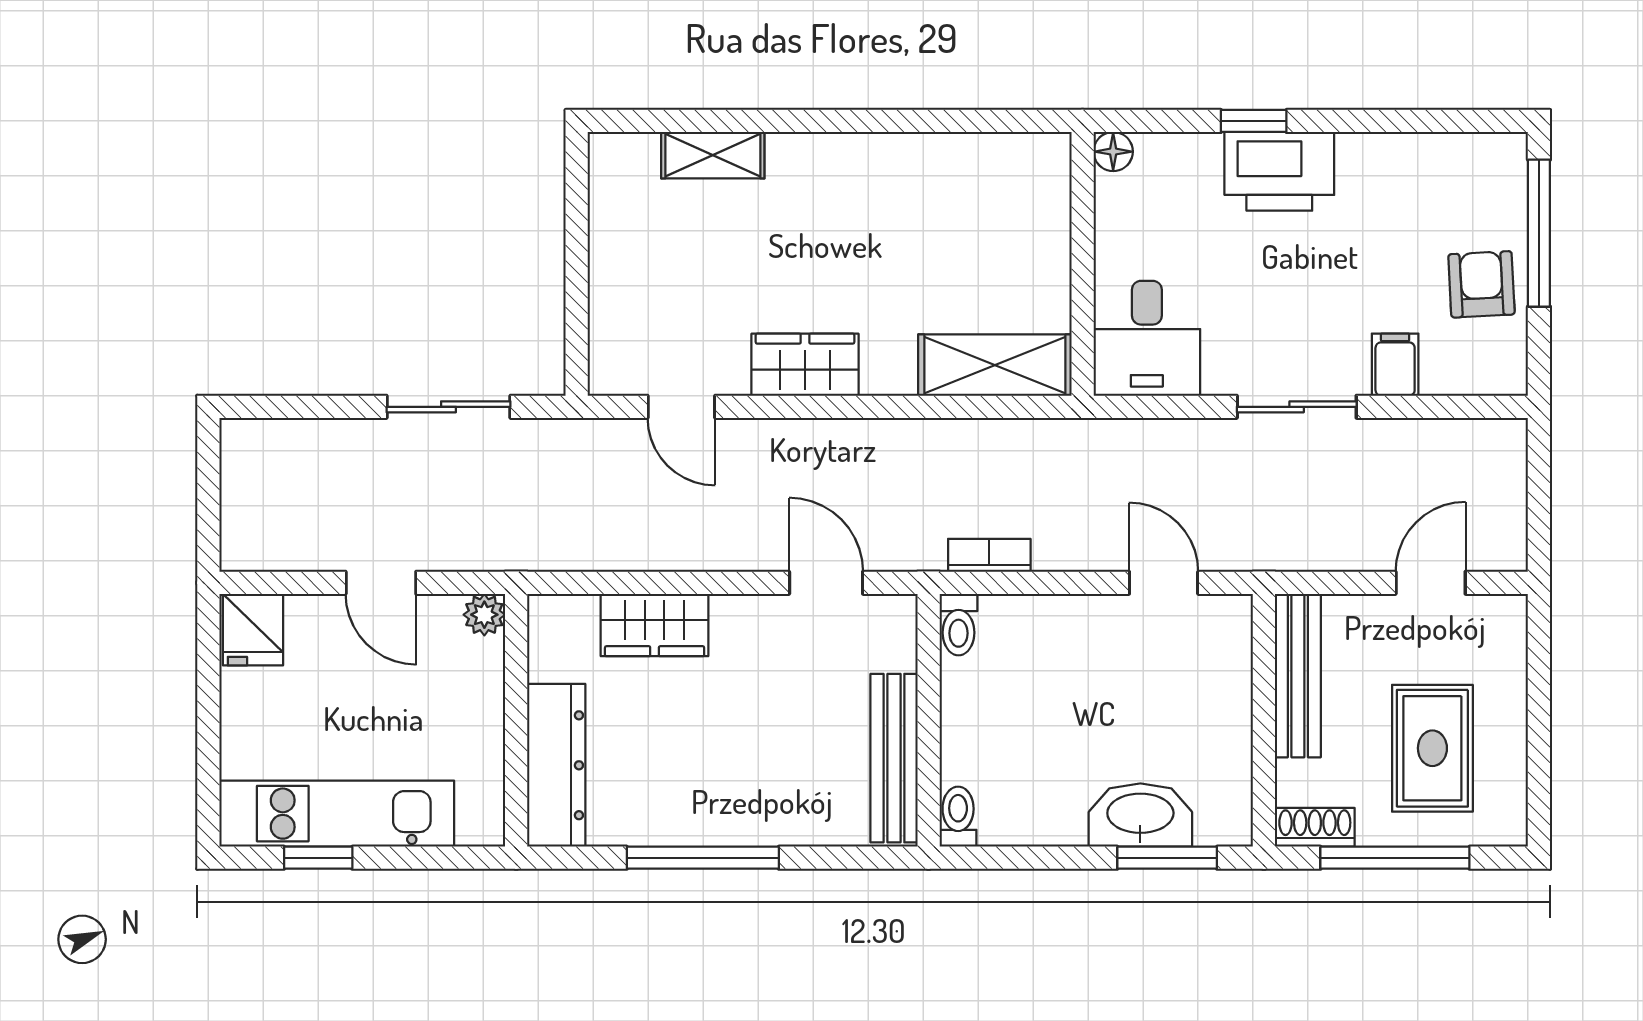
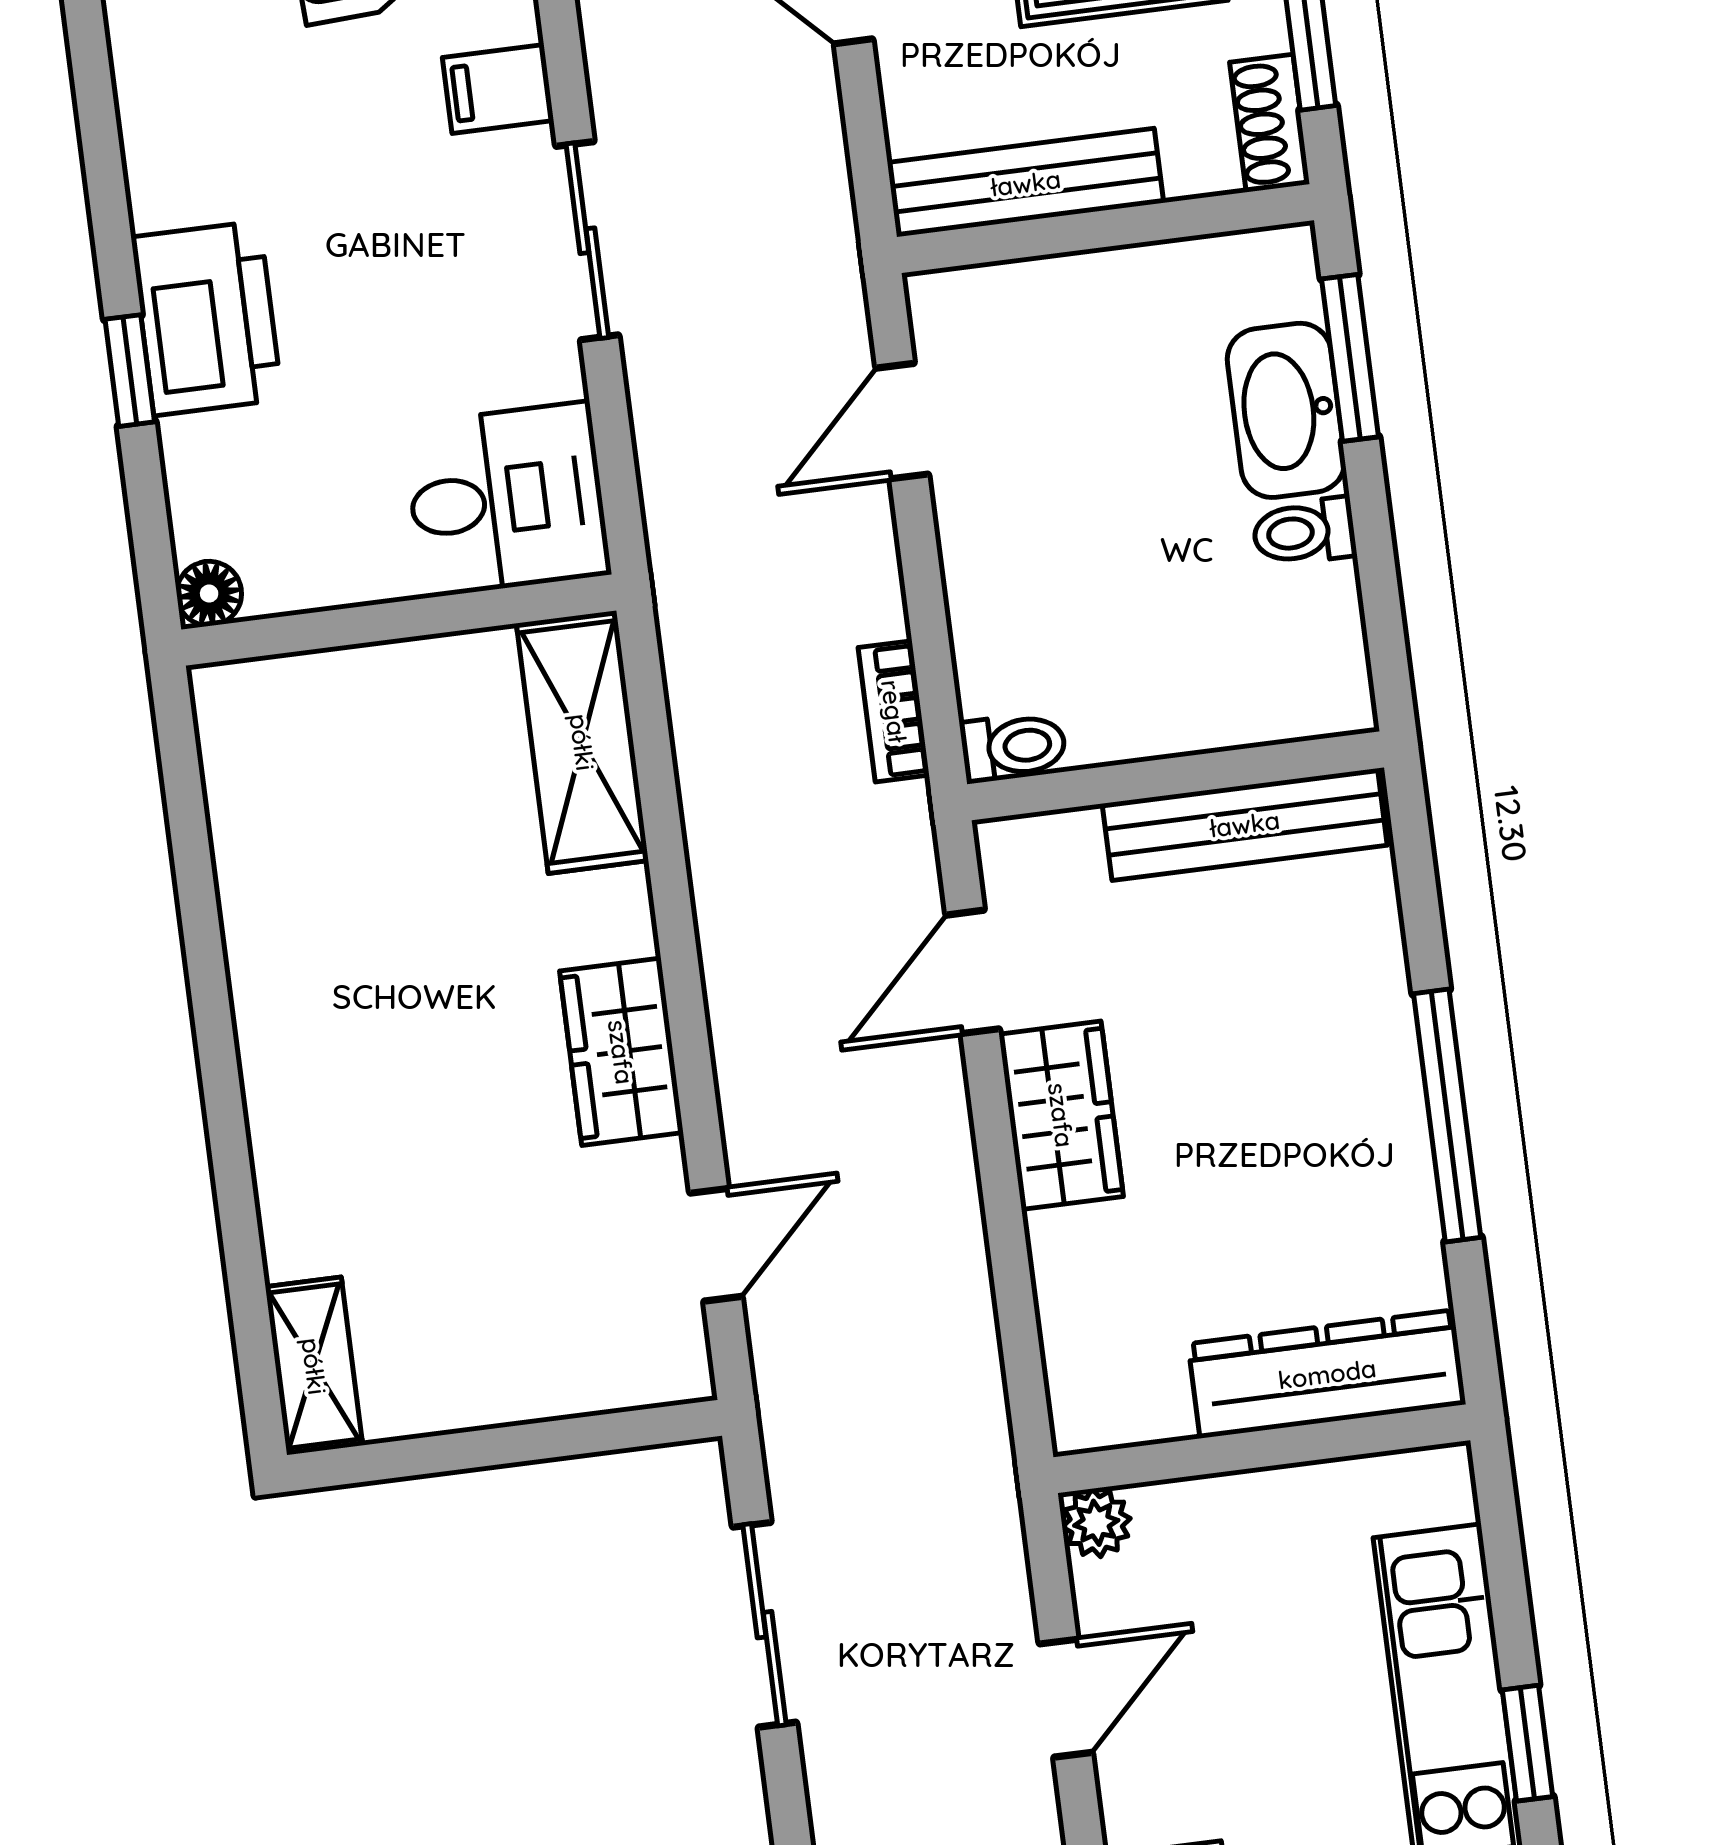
shelving: (713, 155) -> (314, 1366), moved
wardrobe: (655, 625) -> (1061, 1115), moved
toilet: (958, 817) -> (1304, 532), moved

